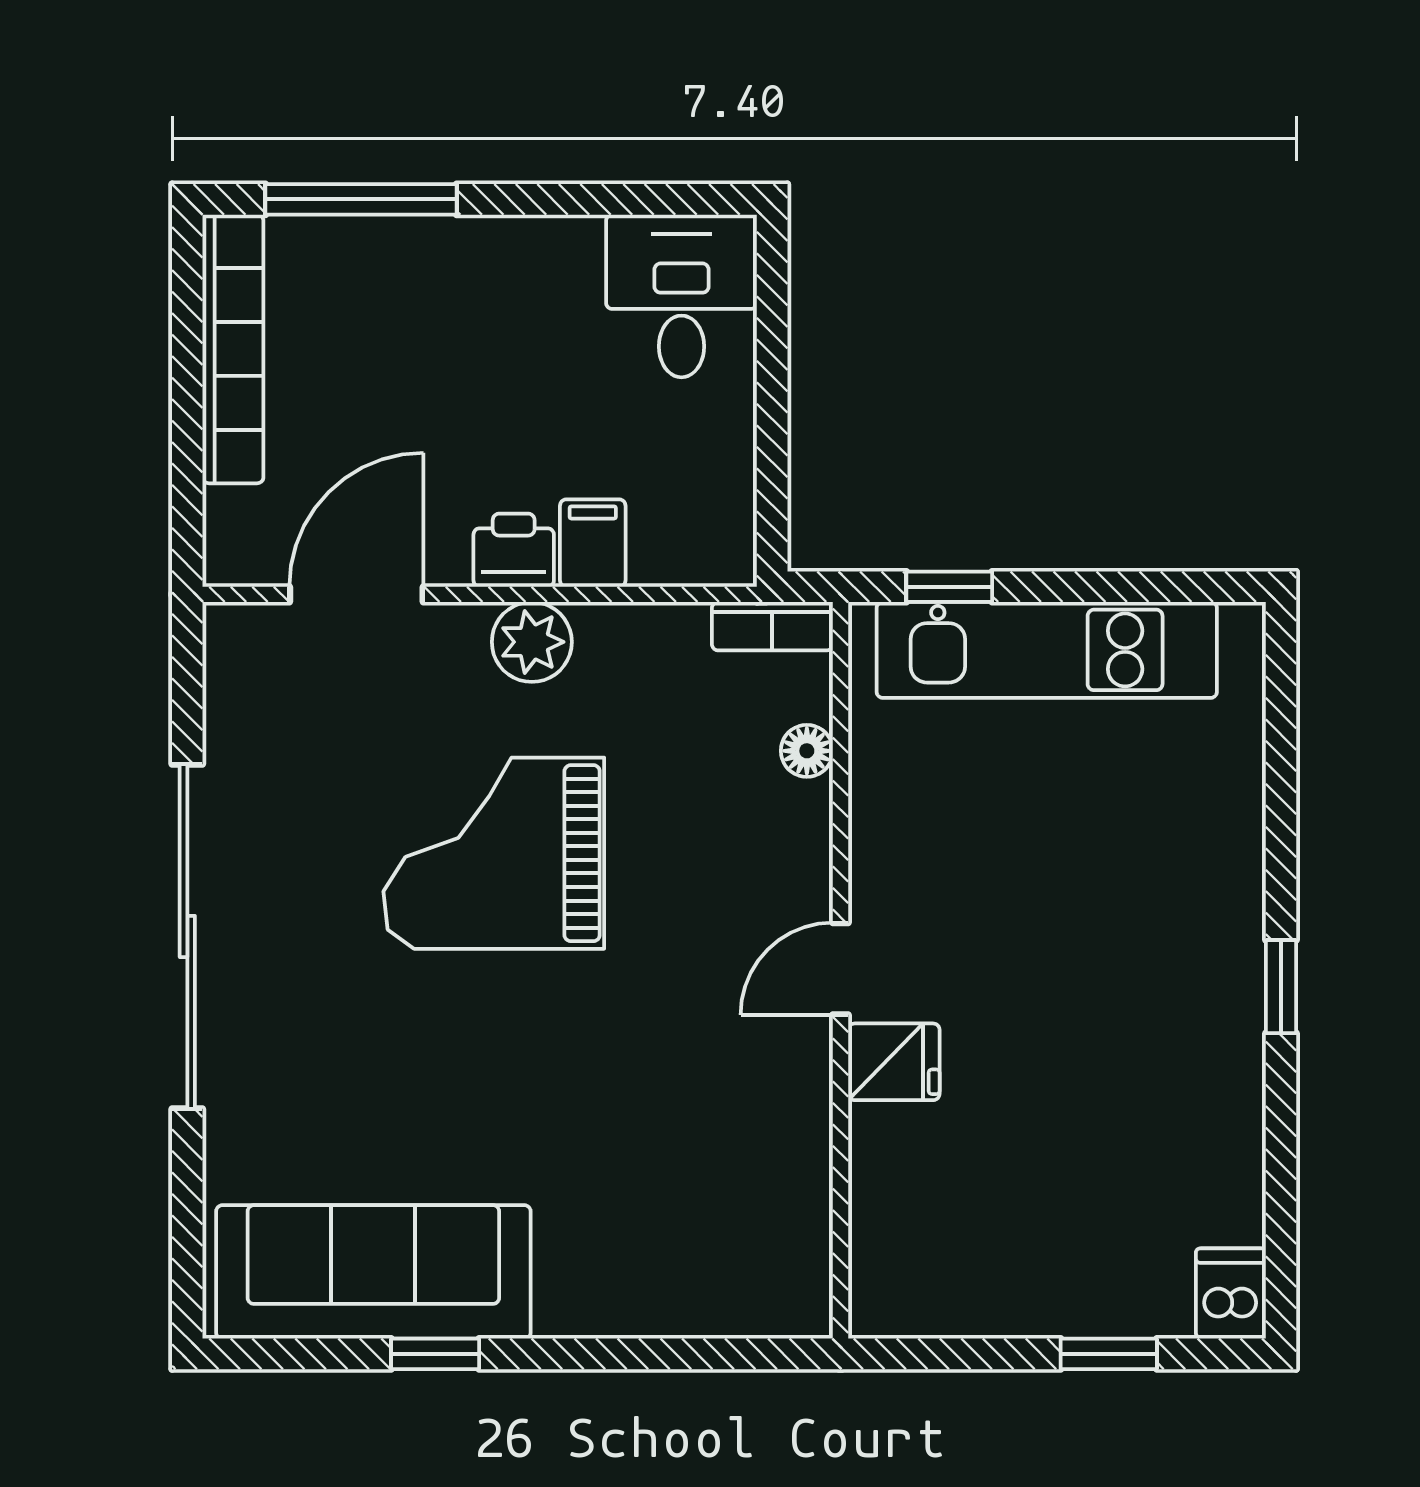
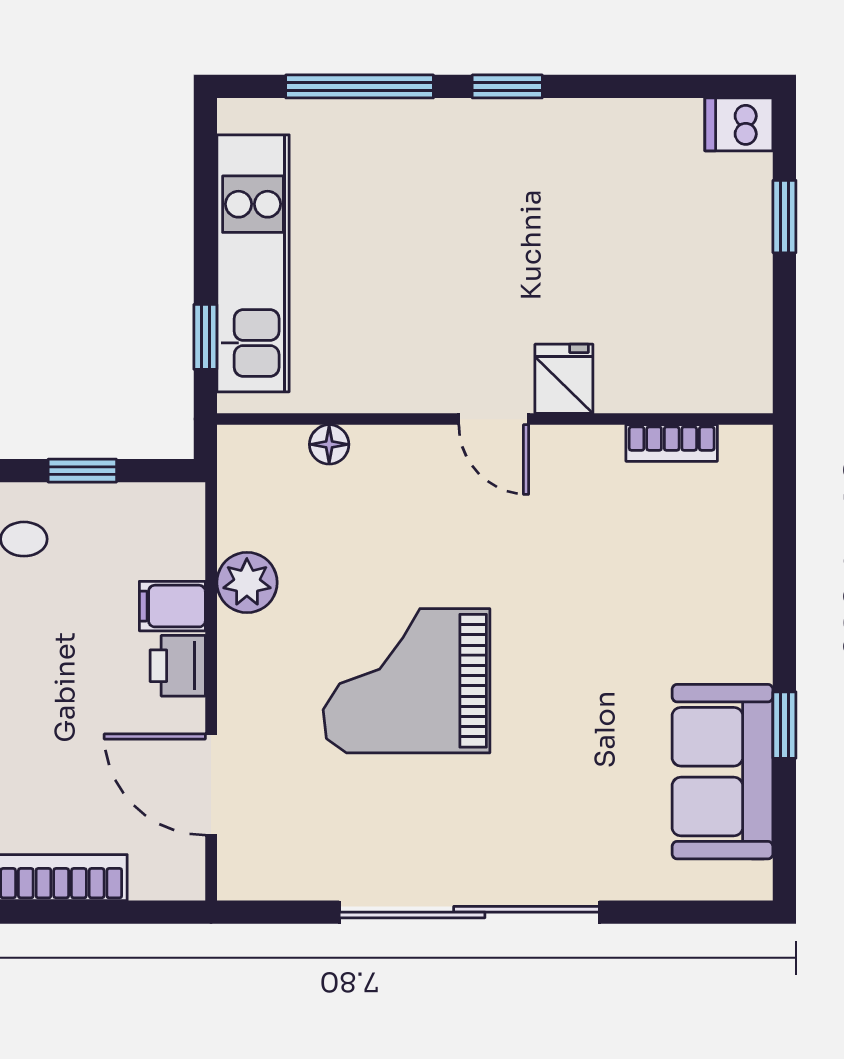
window: (772, 424) -> (82, 471), added
bookcase: (772, 626) -> (672, 443), moved, turned 90
plant: (532, 642) -> (247, 583), moved
window: (1281, 791) -> (360, 86), added
grand piano: (494, 853) -> (406, 681), turned 90
sofa: (373, 1272) -> (723, 772), width x0.73

